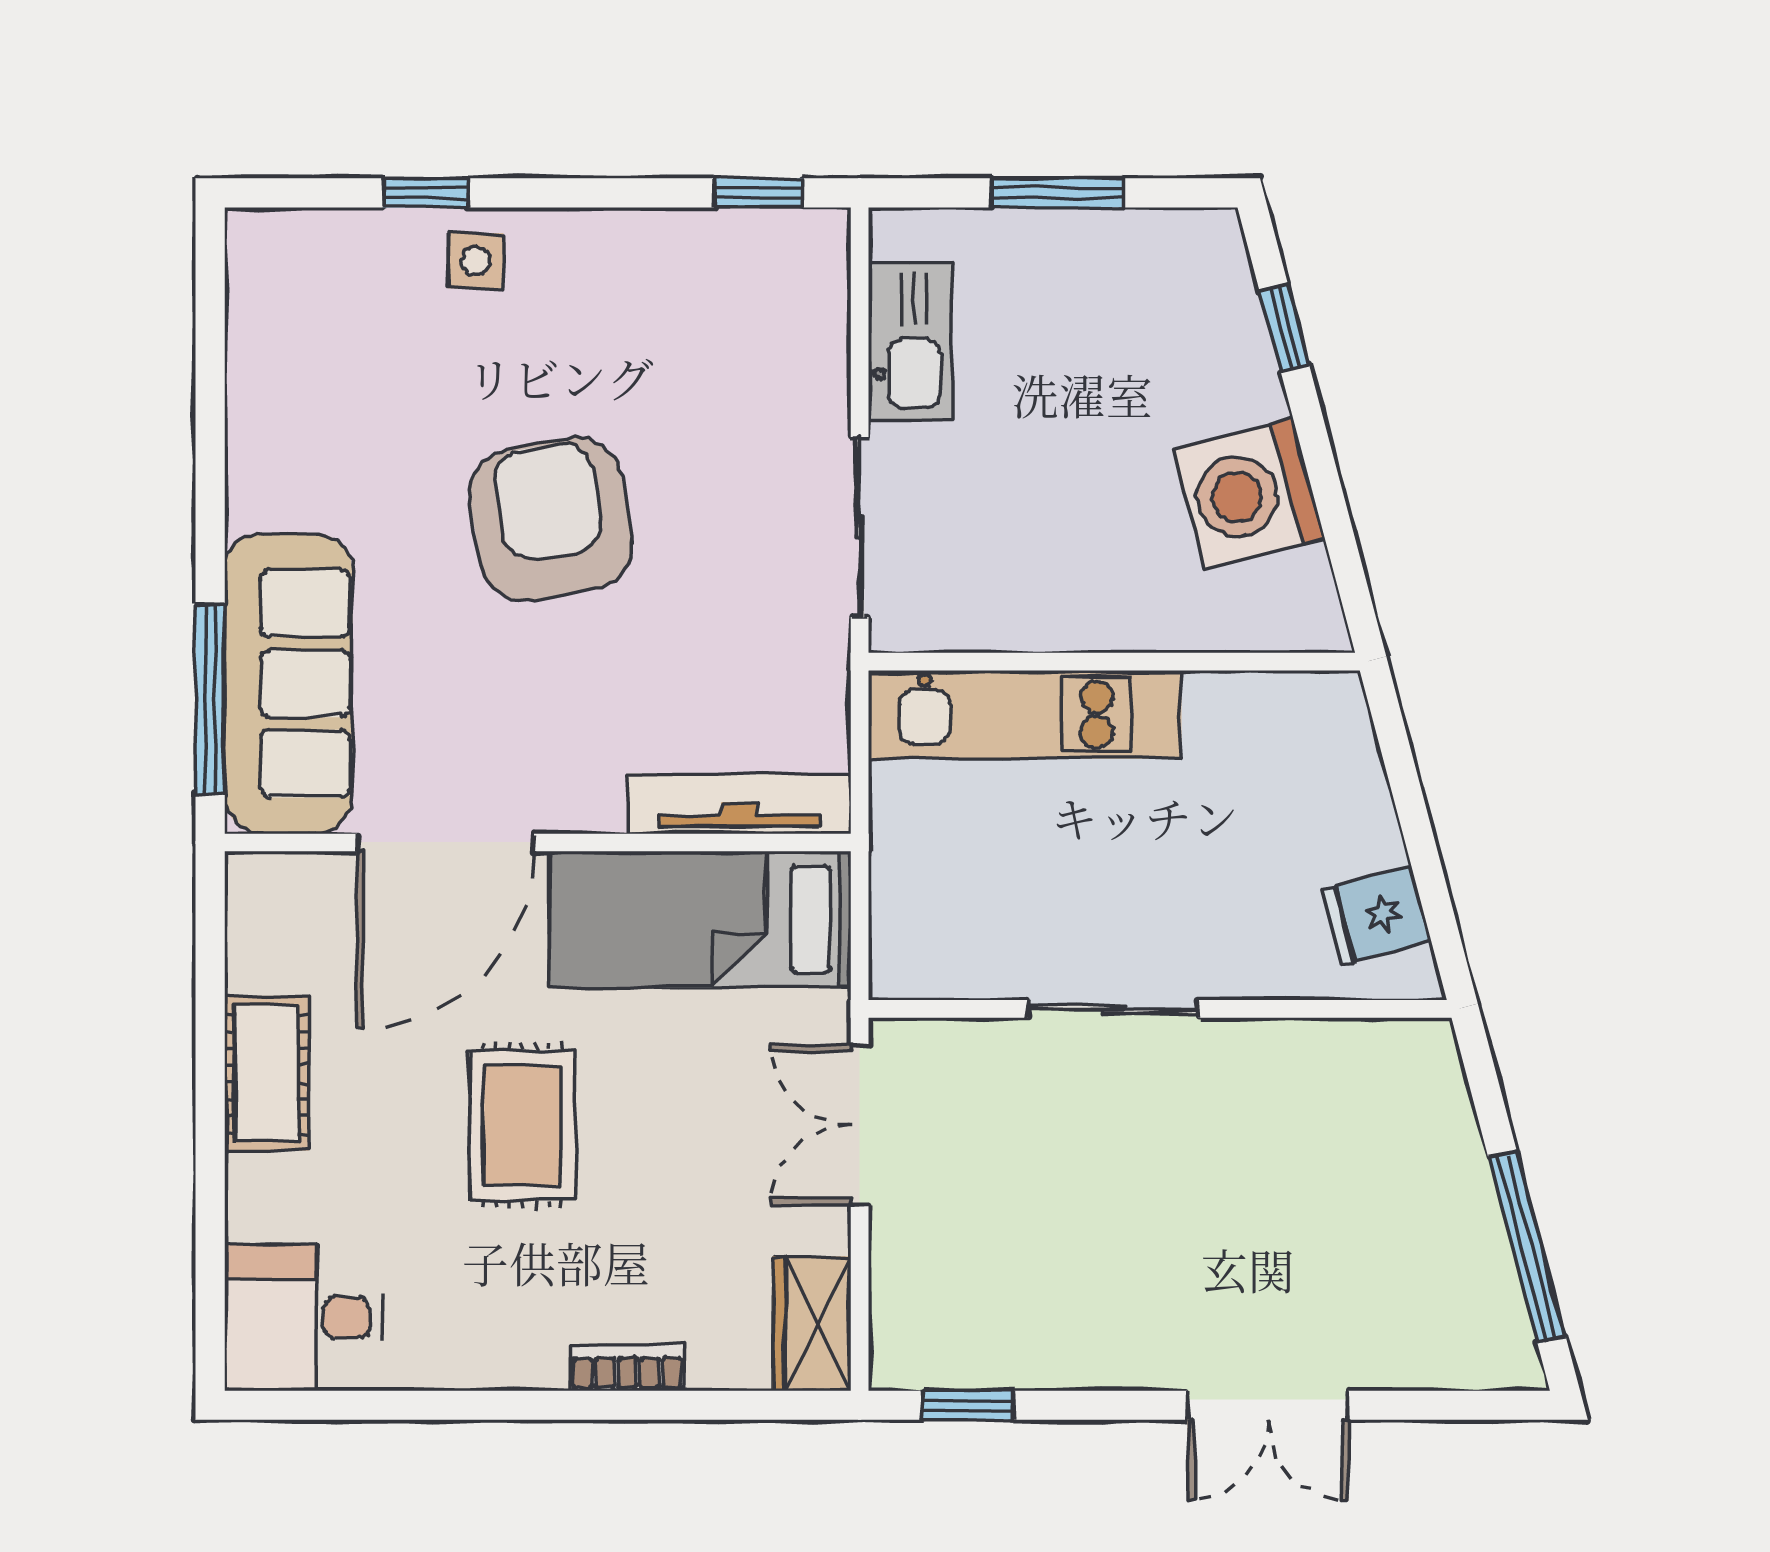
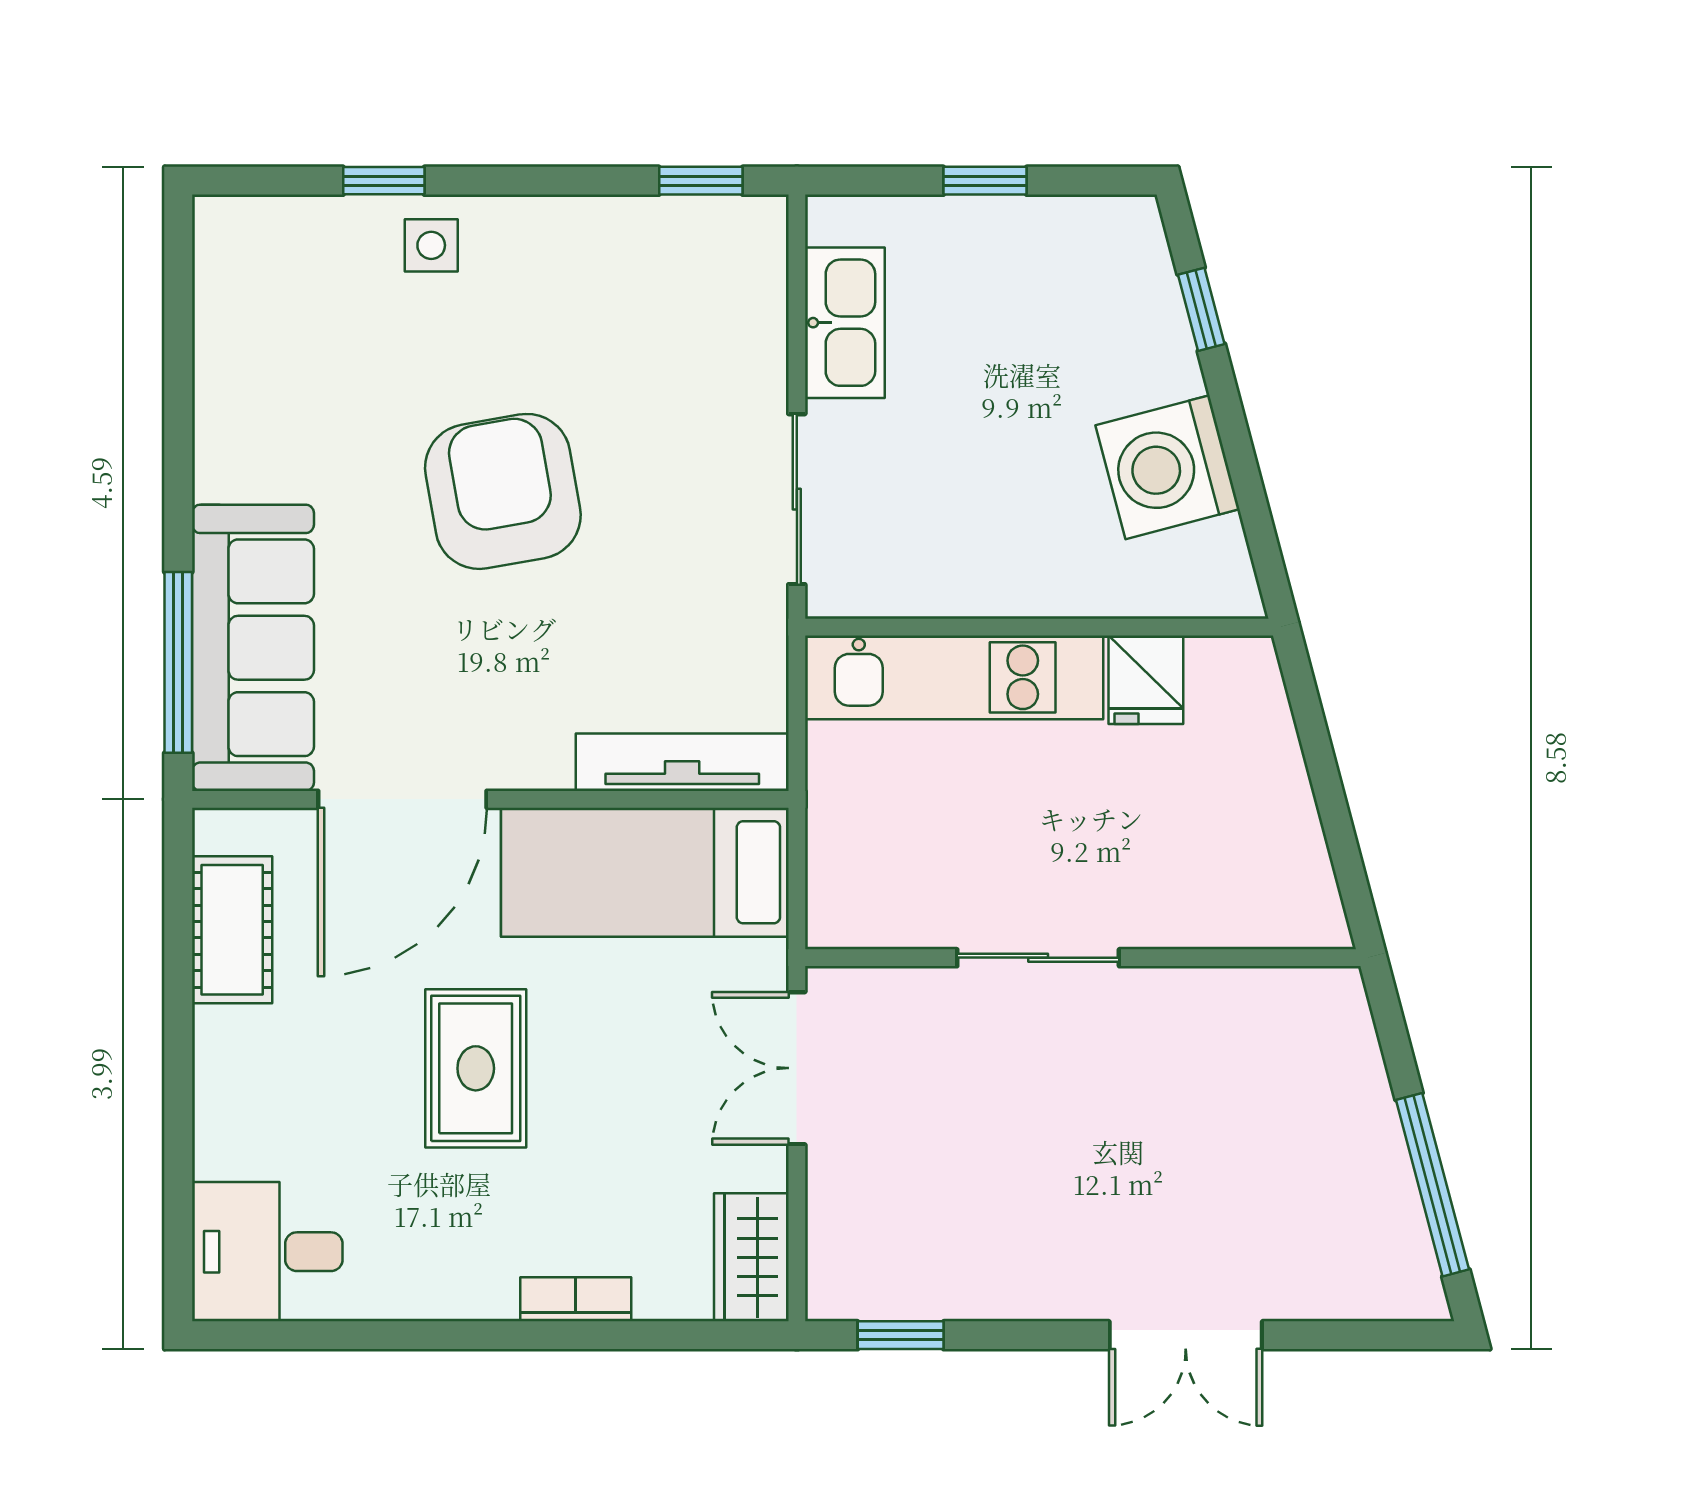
window: (1057, 193) -> (985, 181), width x0.67
fridge: (1376, 916) -> (1146, 680), moved, turned -75
cot: (267, 1073) -> (232, 930), moved

